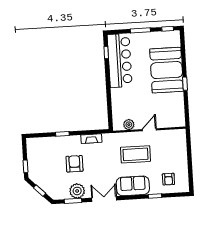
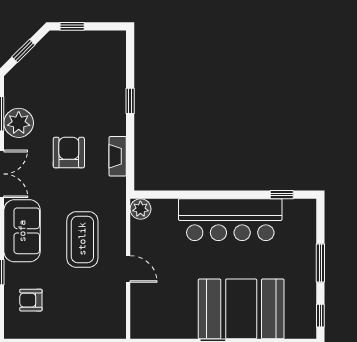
bar counter: (120, 61) -> (230, 220), moved
plant: (129, 125) -> (140, 209), moved
armchair: (74, 164) -> (69, 153), moved, turned -90

